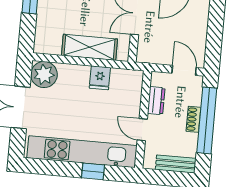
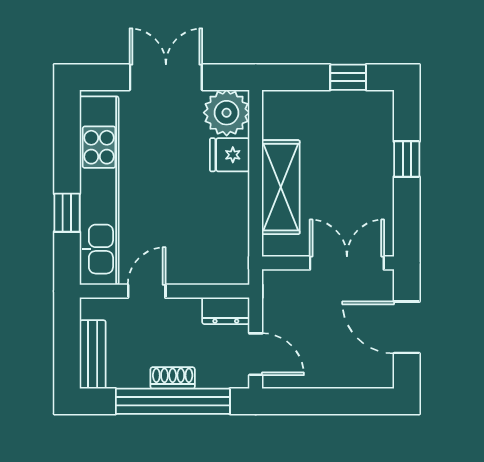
door: (184, 70) -> (256, 354), hinge flipped
fridge: (100, 78) -> (230, 155), moved
dresser: (156, 101) -> (226, 311), moved

